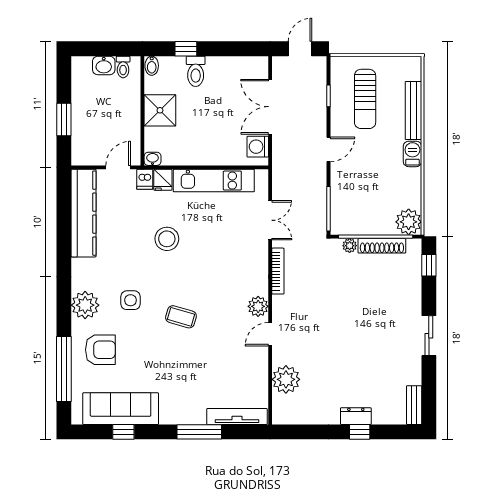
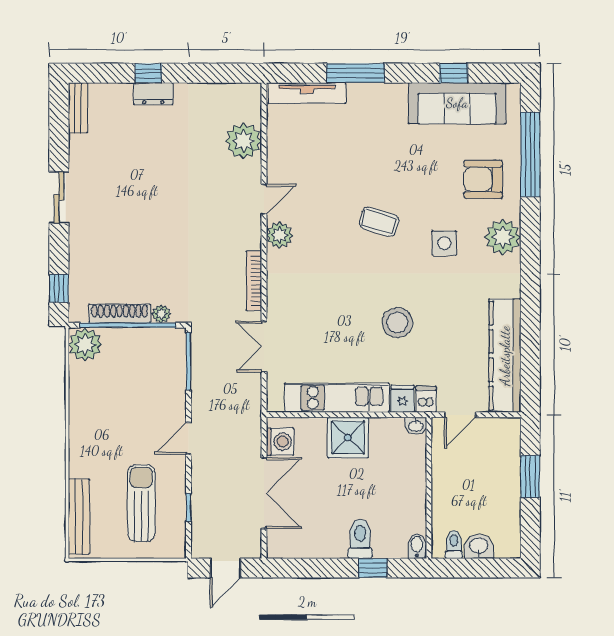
shower: (160, 110) -> (348, 438), moved
bench: (413, 110) -> (79, 517), moved
barbecue: (412, 154) -> (80, 432), removed

